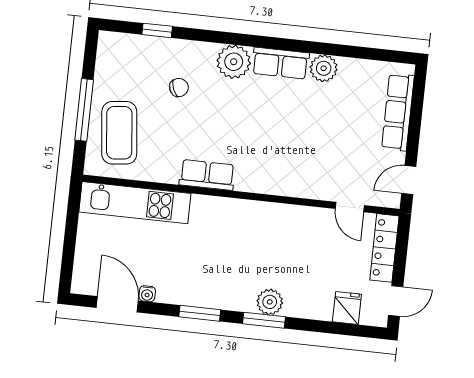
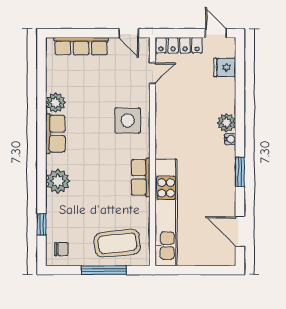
plant: (234, 62) -> (58, 181), moved
chair: (179, 88) -> (61, 249), moved, turned 112
side table: (288, 165) -> (128, 121), added
kitchen unit: (135, 203) -> (166, 212), width x1.36
water cooler: (147, 294) -> (230, 139), moved
door: (117, 304) -> (240, 231), hinge flipped
window: (264, 320) -> (240, 126), removed

